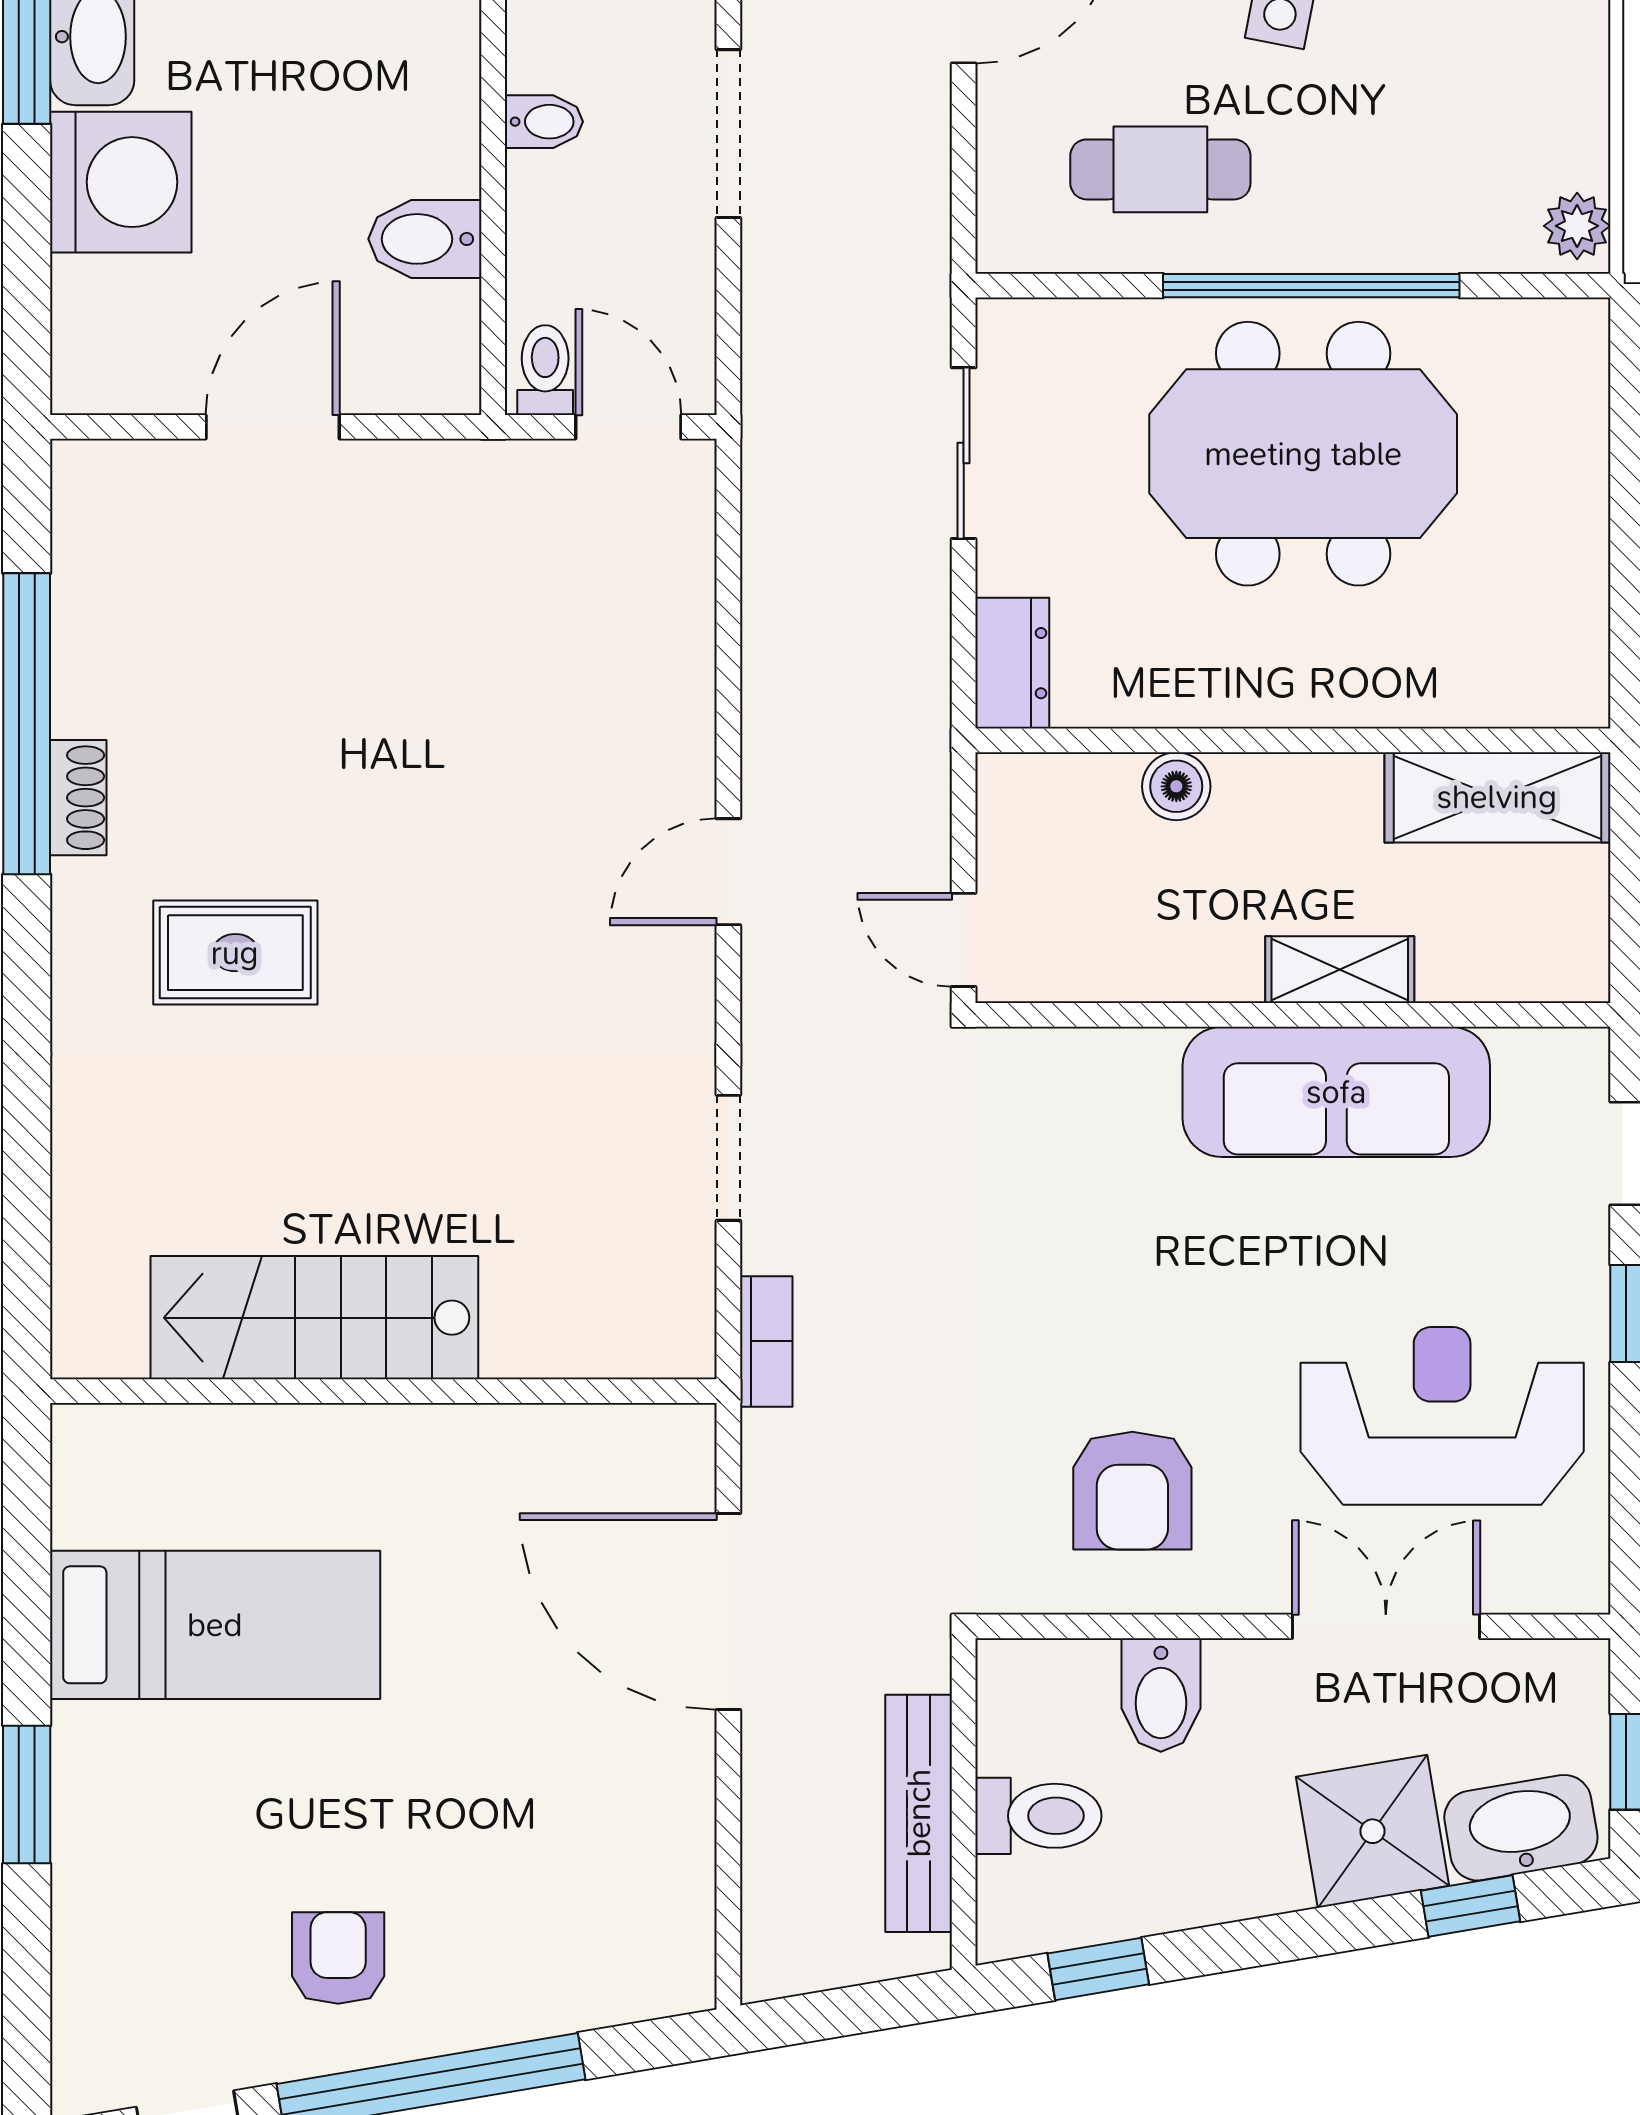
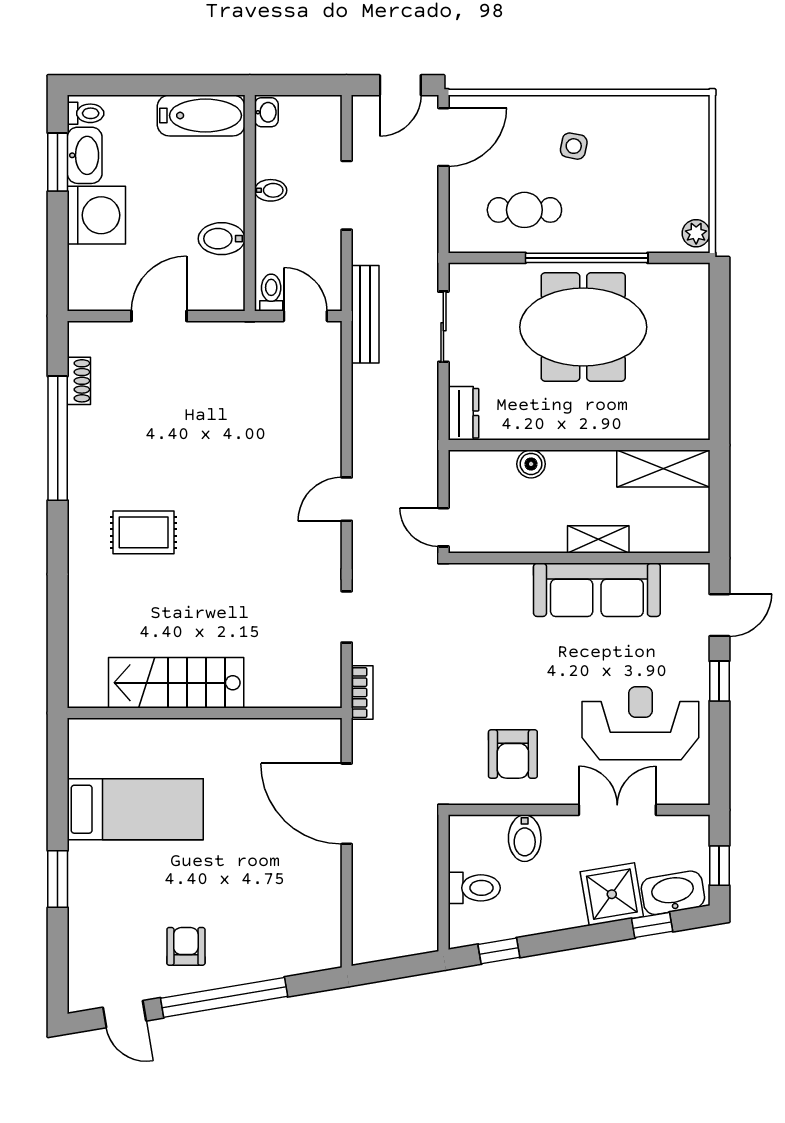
shoe rack: (78, 798) -> (79, 381), moved
bench: (919, 1813) -> (365, 314), moved

